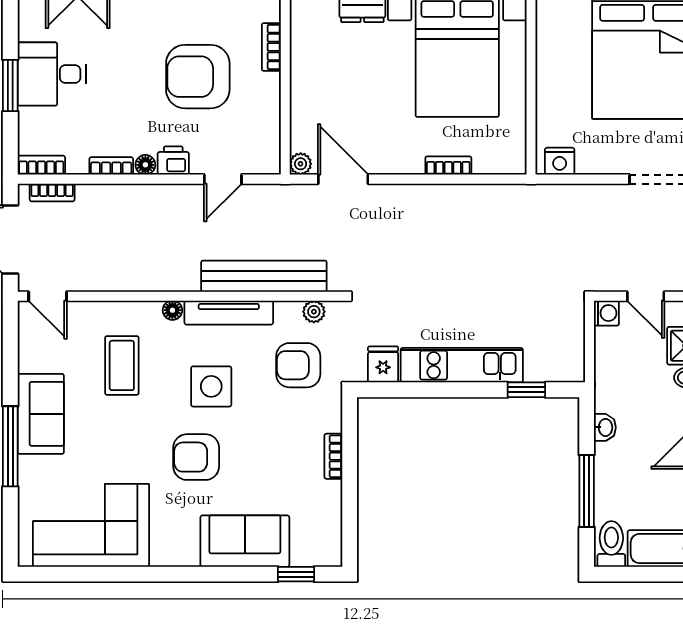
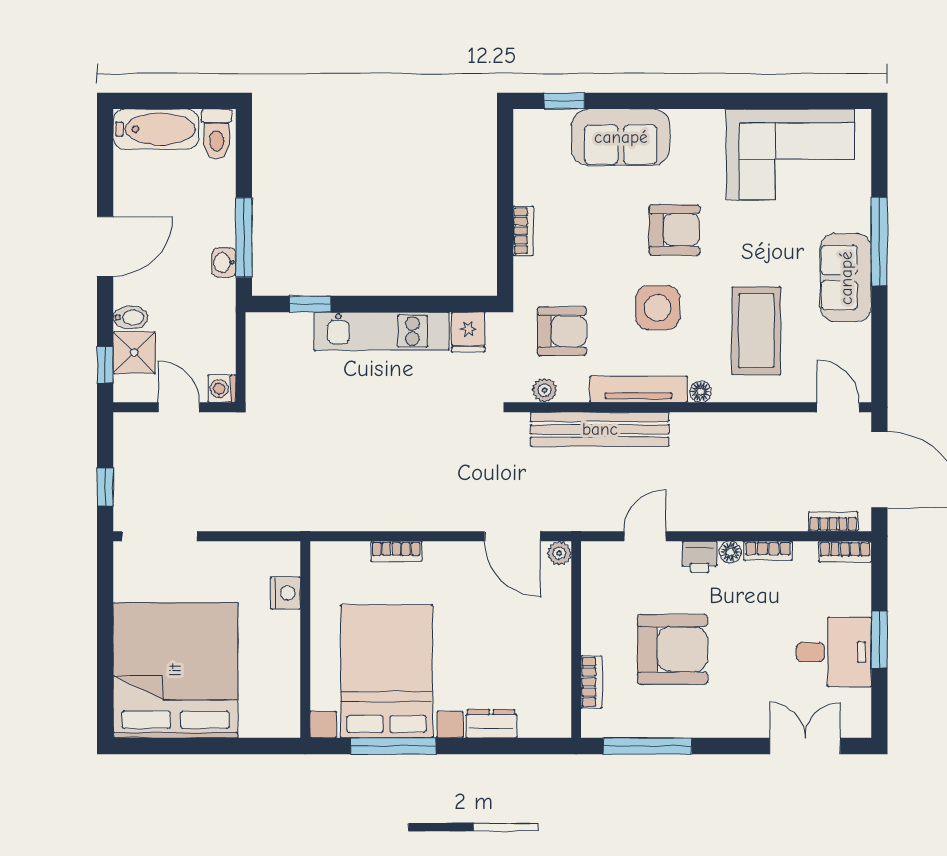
nightstand: (560, 161) -> (285, 593), moved, turned 90
coffee table: (122, 365) -> (756, 331), width x1.36, depth x1.32
window: (587, 491) -> (244, 238), moved

